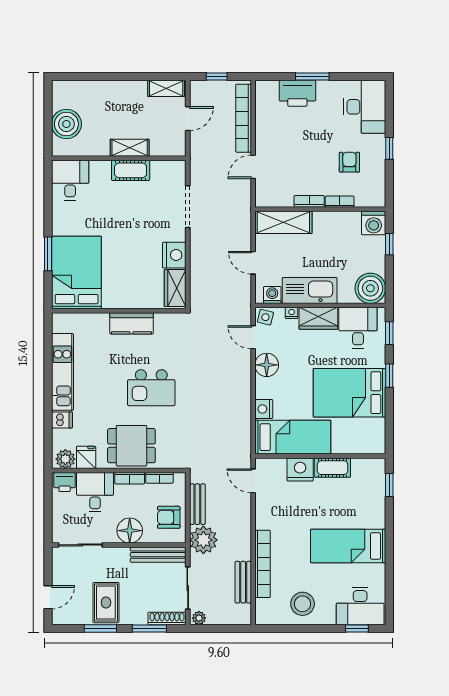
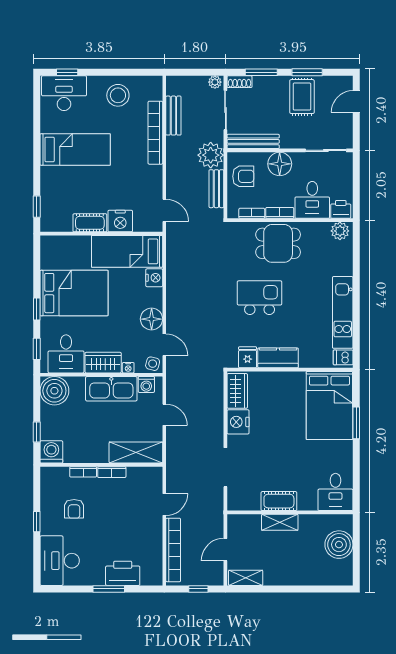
dishwasher: (62, 420) -> (343, 357), moved
fridge: (86, 457) -> (248, 357), moved, turned 180
shoe rack: (167, 618) -> (240, 82), width x0.70

